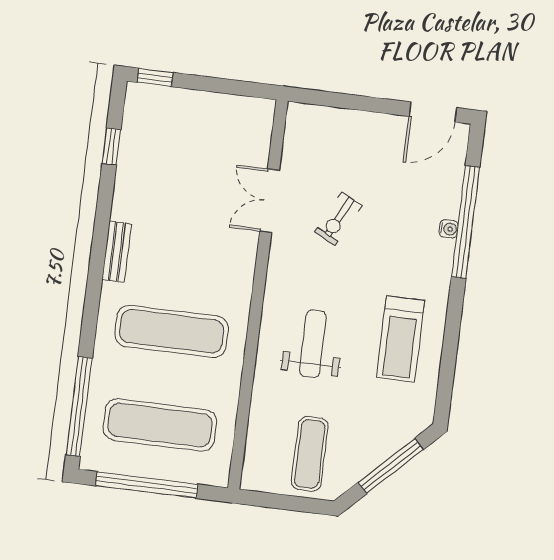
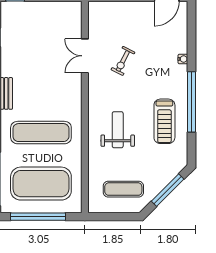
window: (466, 222) -> (192, 102), moved
exercise mat: (160, 425) -> (41, 184), width x1.47
exercise mat: (310, 454) -> (123, 189), turned 90

